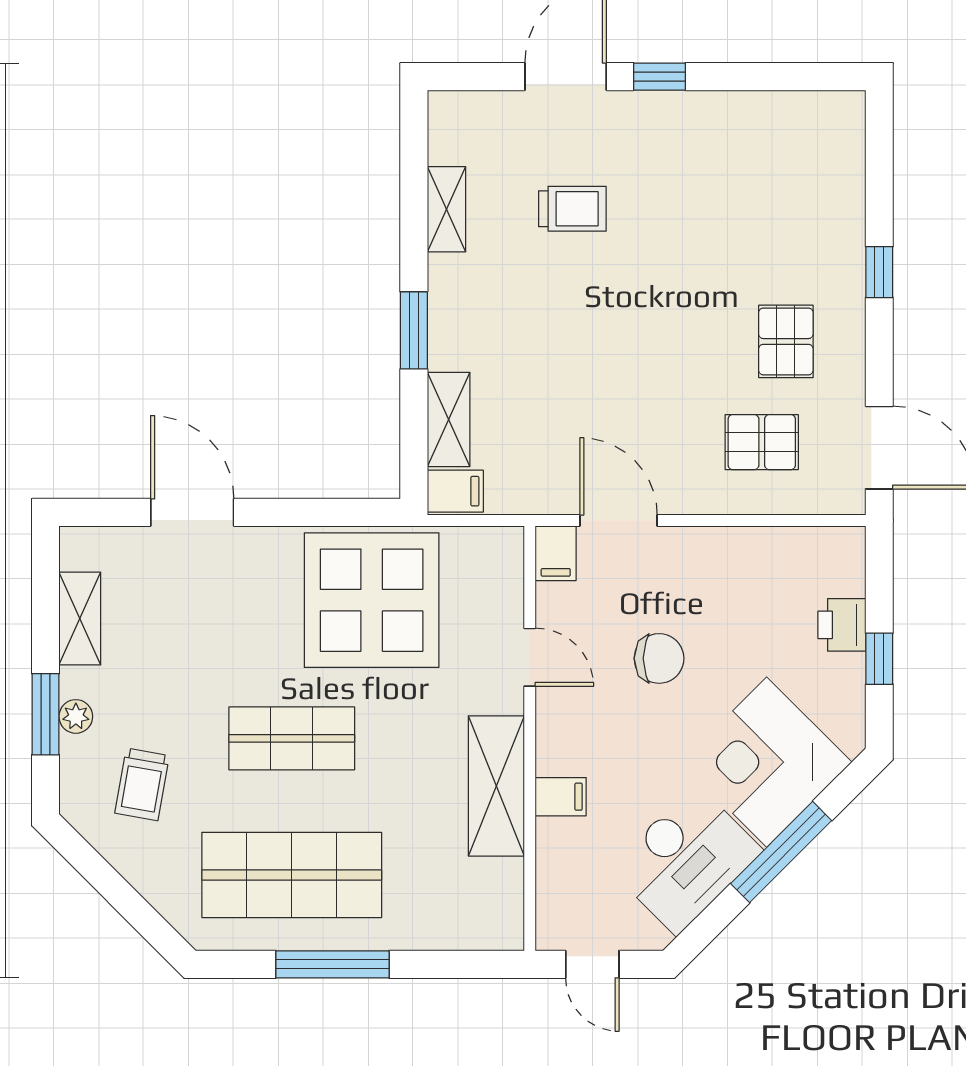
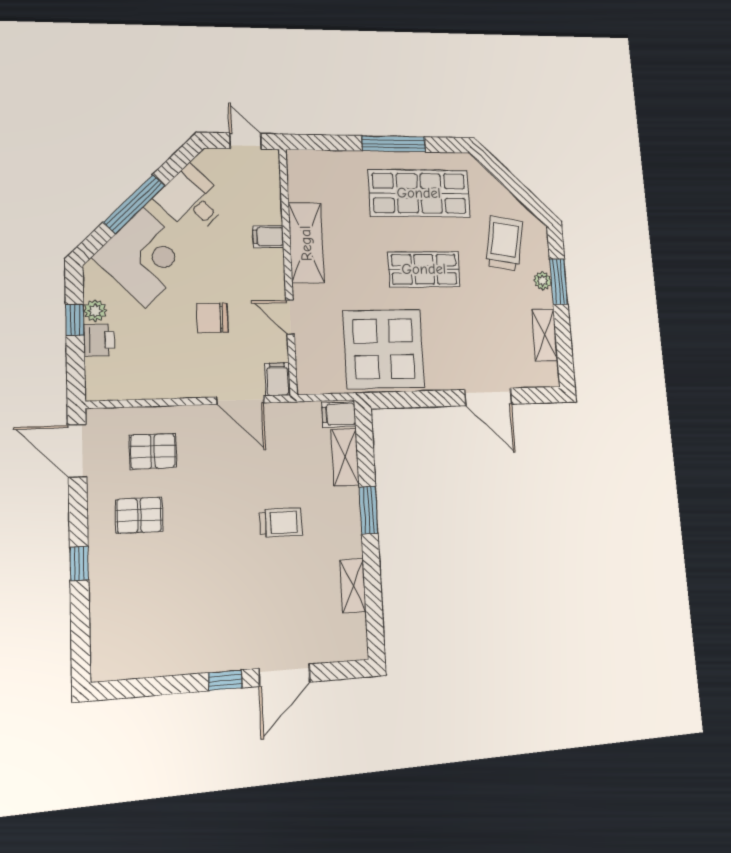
trolley: (572, 209) -> (281, 522), moved, turned 180
pallet: (786, 341) -> (139, 515), turned 90
plant: (847, 673) -> (95, 311), added
trolley: (142, 784) -> (504, 243), width x1.36, depth x1.39
desk: (686, 859) -> (192, 200), width x0.73

